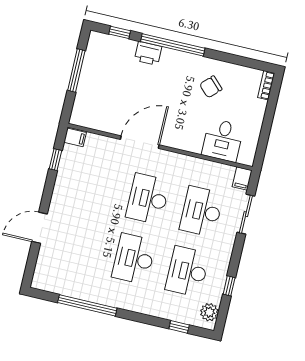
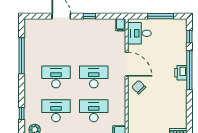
printer: (148, 53) -> (181, 73), moved
chair: (211, 87) -> (139, 87), moved
desk: (223, 140) -> (139, 33), moved
window: (55, 160) -> (89, 16), moved

